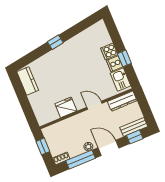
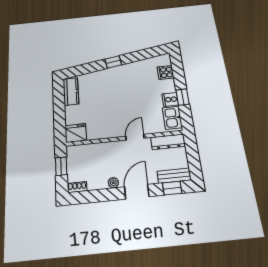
cooker: (109, 51) -> (166, 72), moved
door: (94, 105) -> (135, 137), hinge flipped
fridge: (66, 107) -> (76, 133), moved
door: (109, 148) -> (137, 192), hinge flipped
window: (81, 160) -> (99, 196), removed

